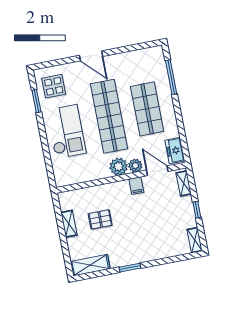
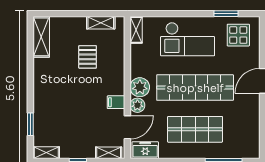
shelving: (67, 180) -> (136, 30), added
shelving: (69, 224) -> (101, 23), moved
window: (130, 268) -> (30, 124), moved

